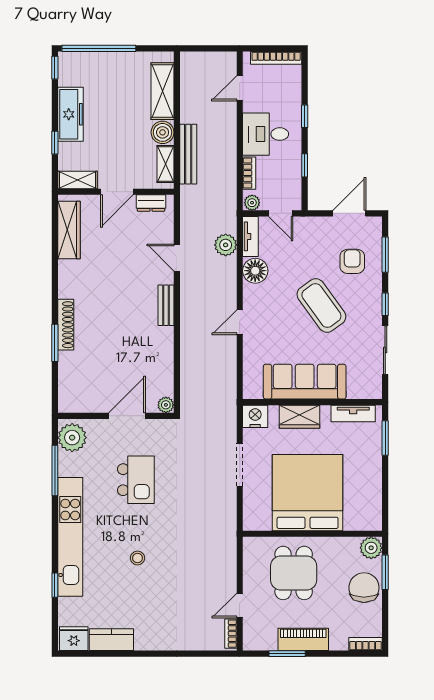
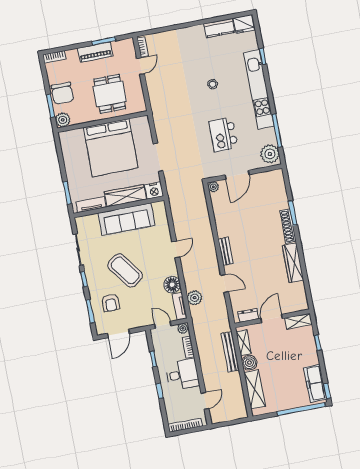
freezer: (70, 114) -> (315, 383), moved
wardrobe: (69, 230) -> (293, 263), moved
wardrobe: (299, 417) -> (125, 196), width x1.50

